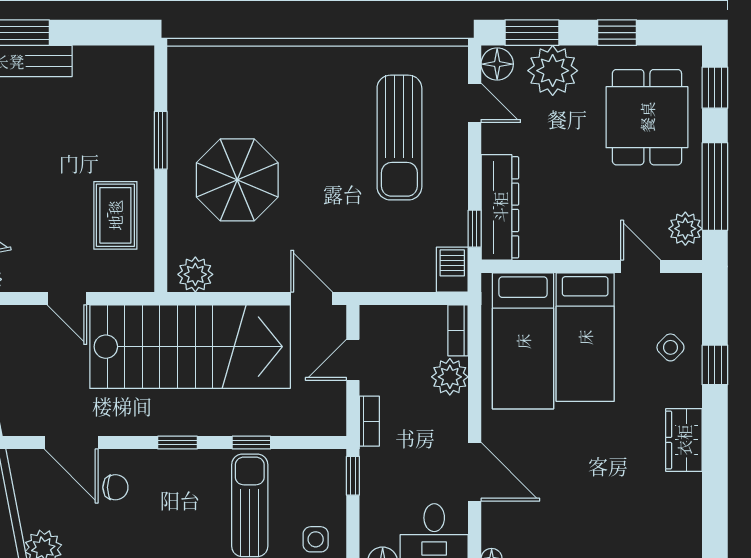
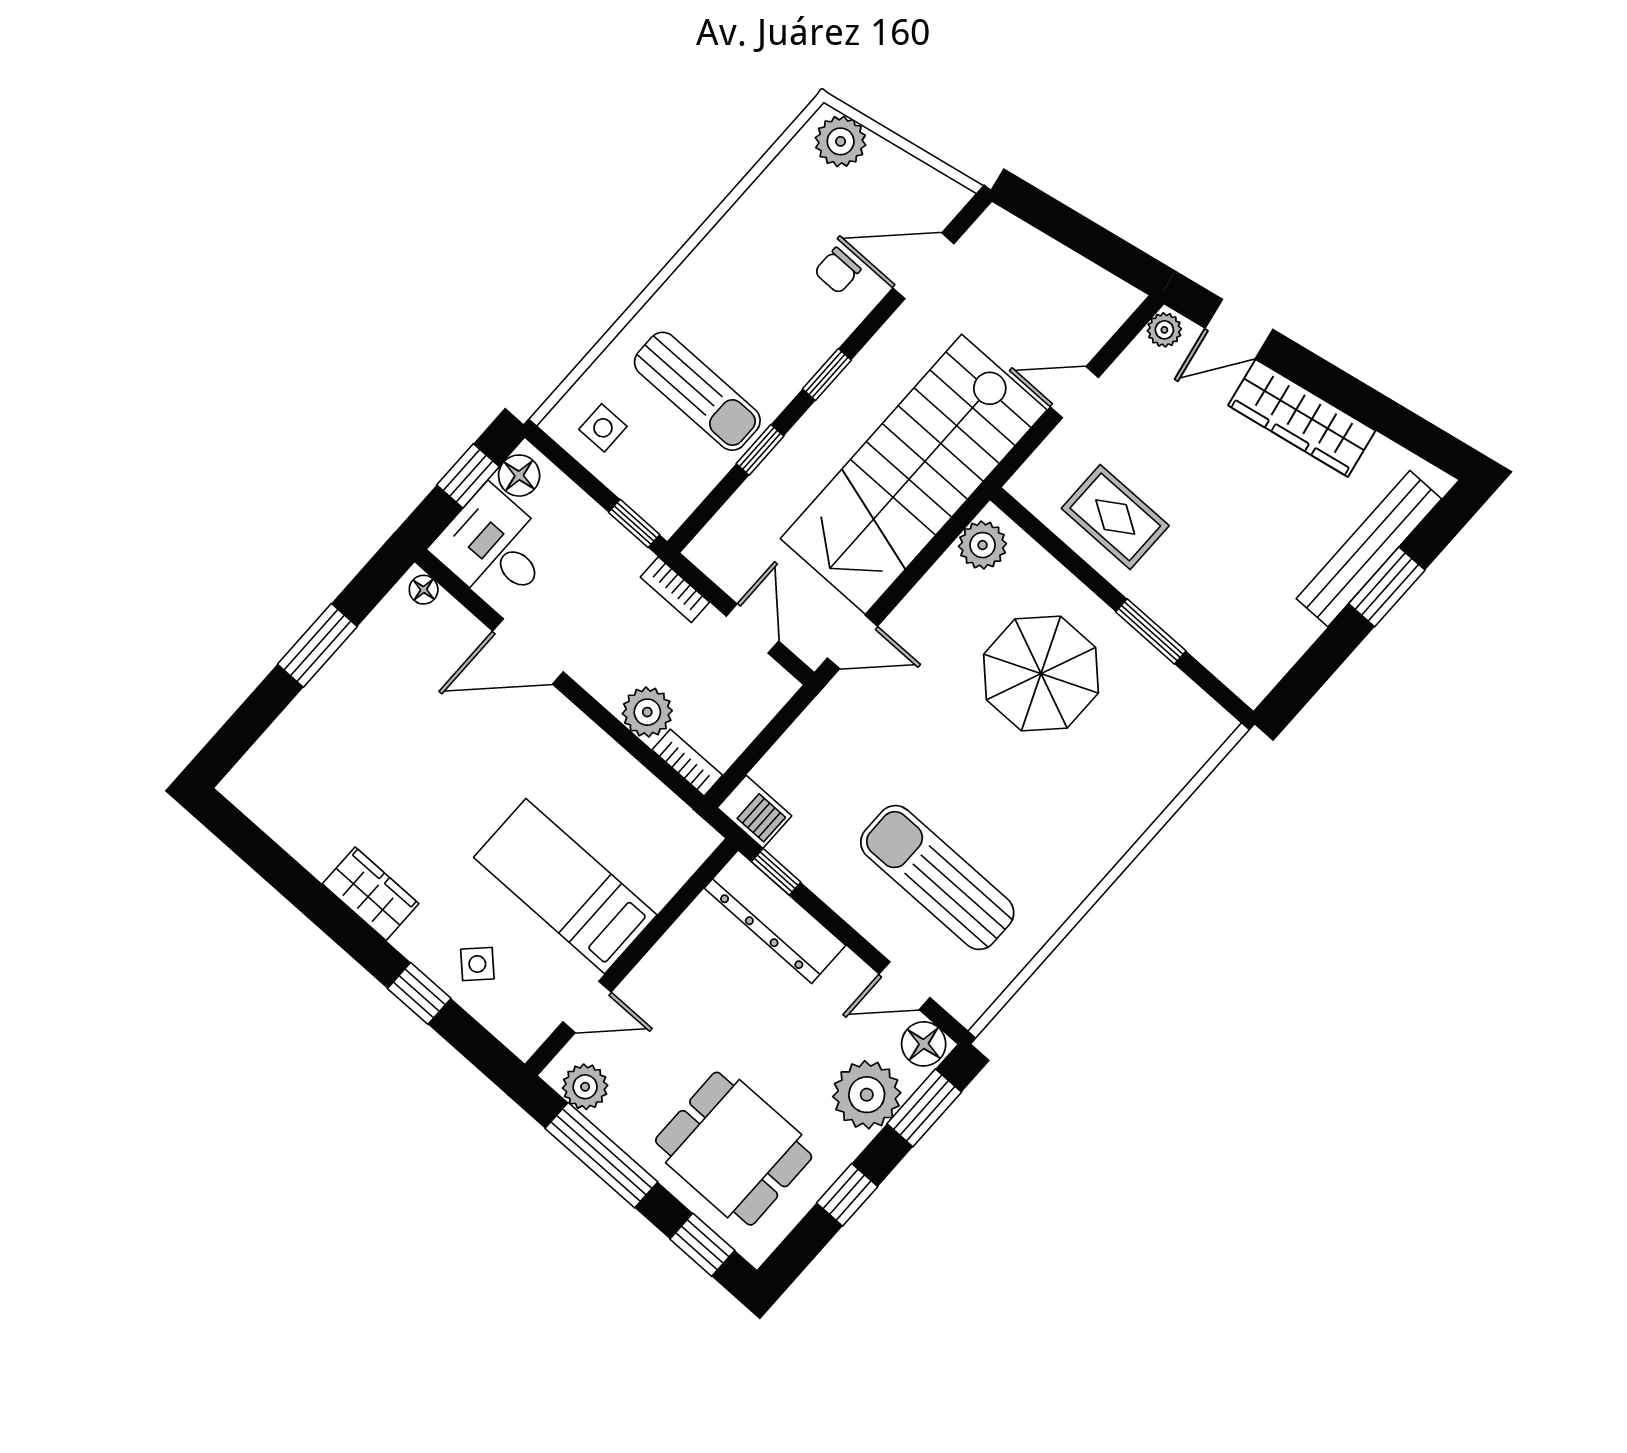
bed: (523, 341) -> (618, 819), removed

